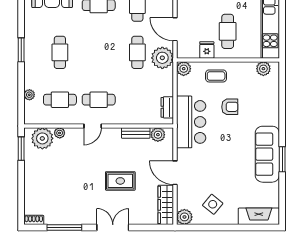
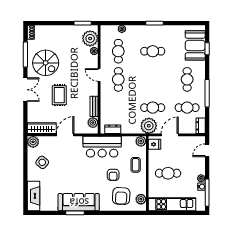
fridge: (207, 50) -> (154, 144), moved
armchair: (259, 96) -> (121, 196), added
spiral stairs: (76, 200) -> (46, 63), added

